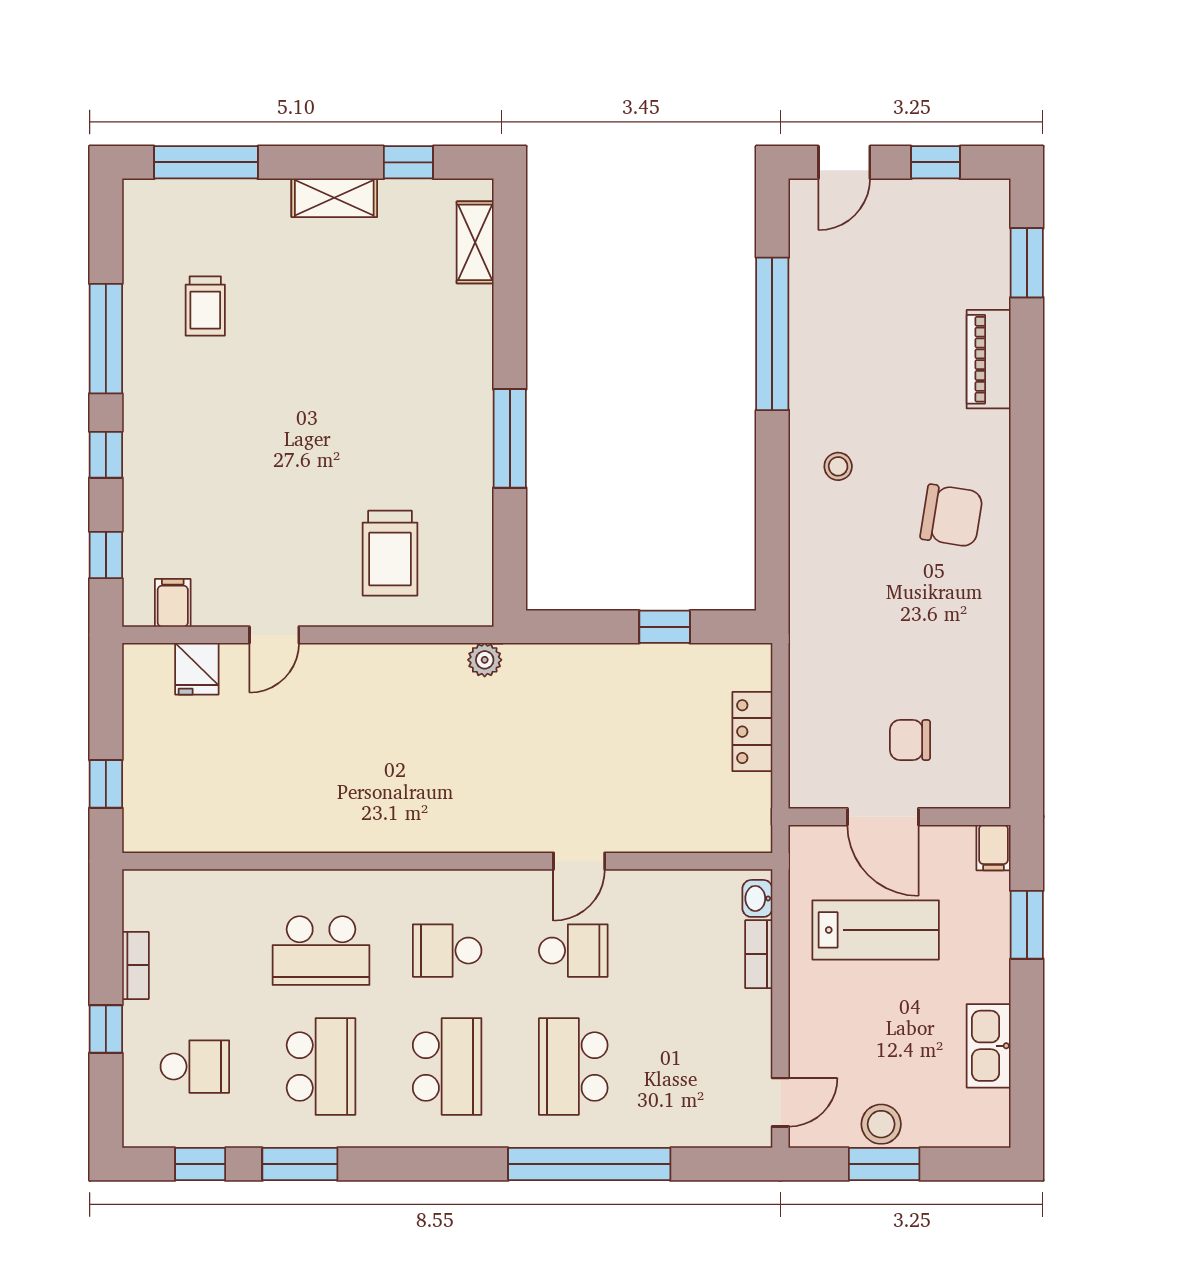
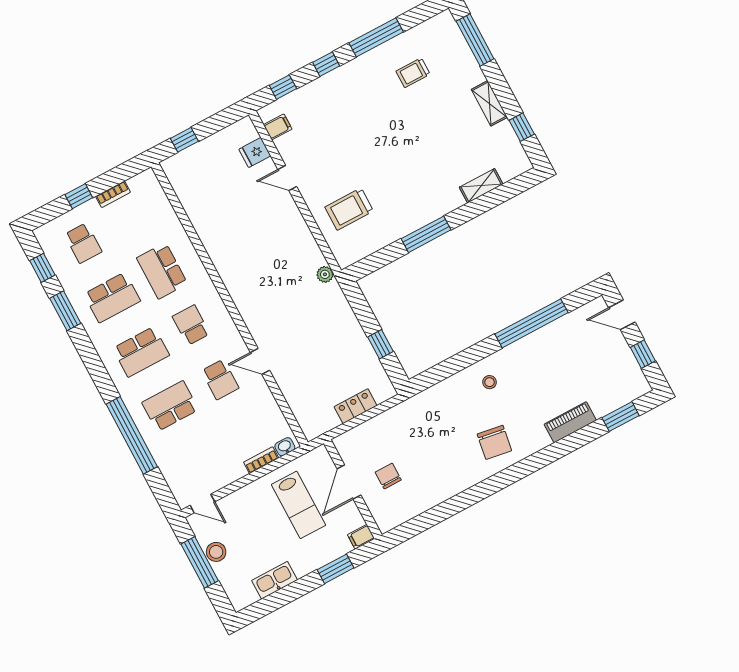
shelving: (475, 242) -> (481, 186), moved
window: (884, 1164) -> (200, 562), width x1.44

